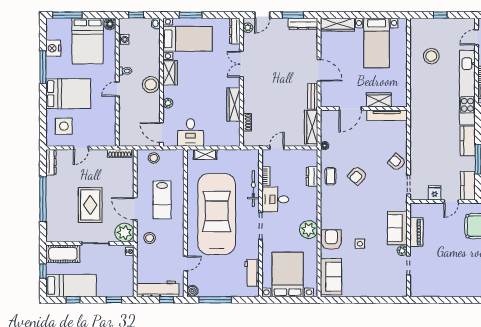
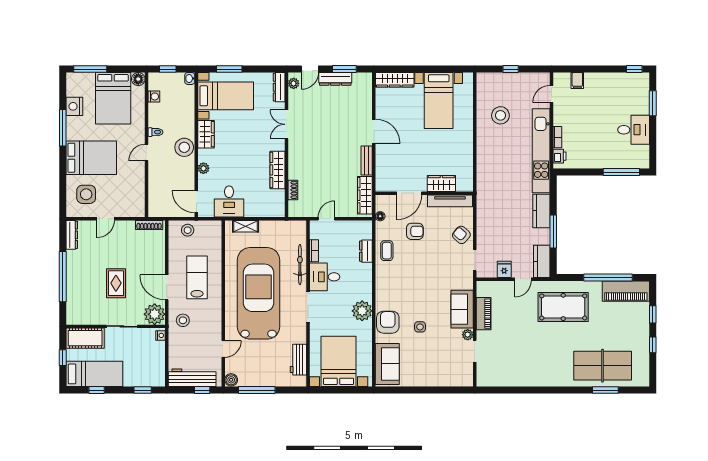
dresser: (303, 24) -> (335, 79), moved
wardrobe: (379, 100) -> (441, 183), moved
door: (350, 108) -> (409, 193), moved
wall: (364, 108) -> (424, 193), moved
tv unit: (387, 115) -> (450, 201), moved
armchair: (357, 176) -> (415, 231), moved, turned -132
lab bench: (162, 200) -> (197, 277), turned 180
rug: (90, 205) -> (116, 283), width x0.73, depth x0.70

